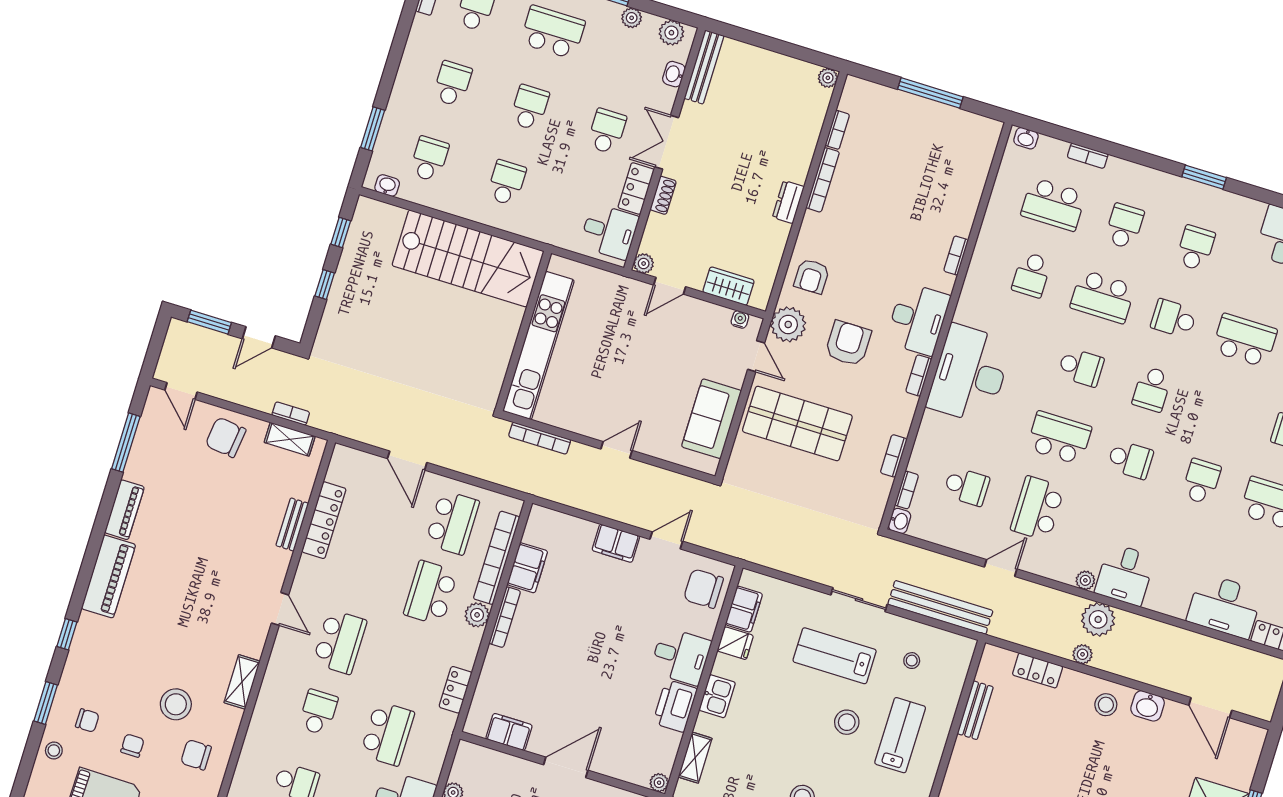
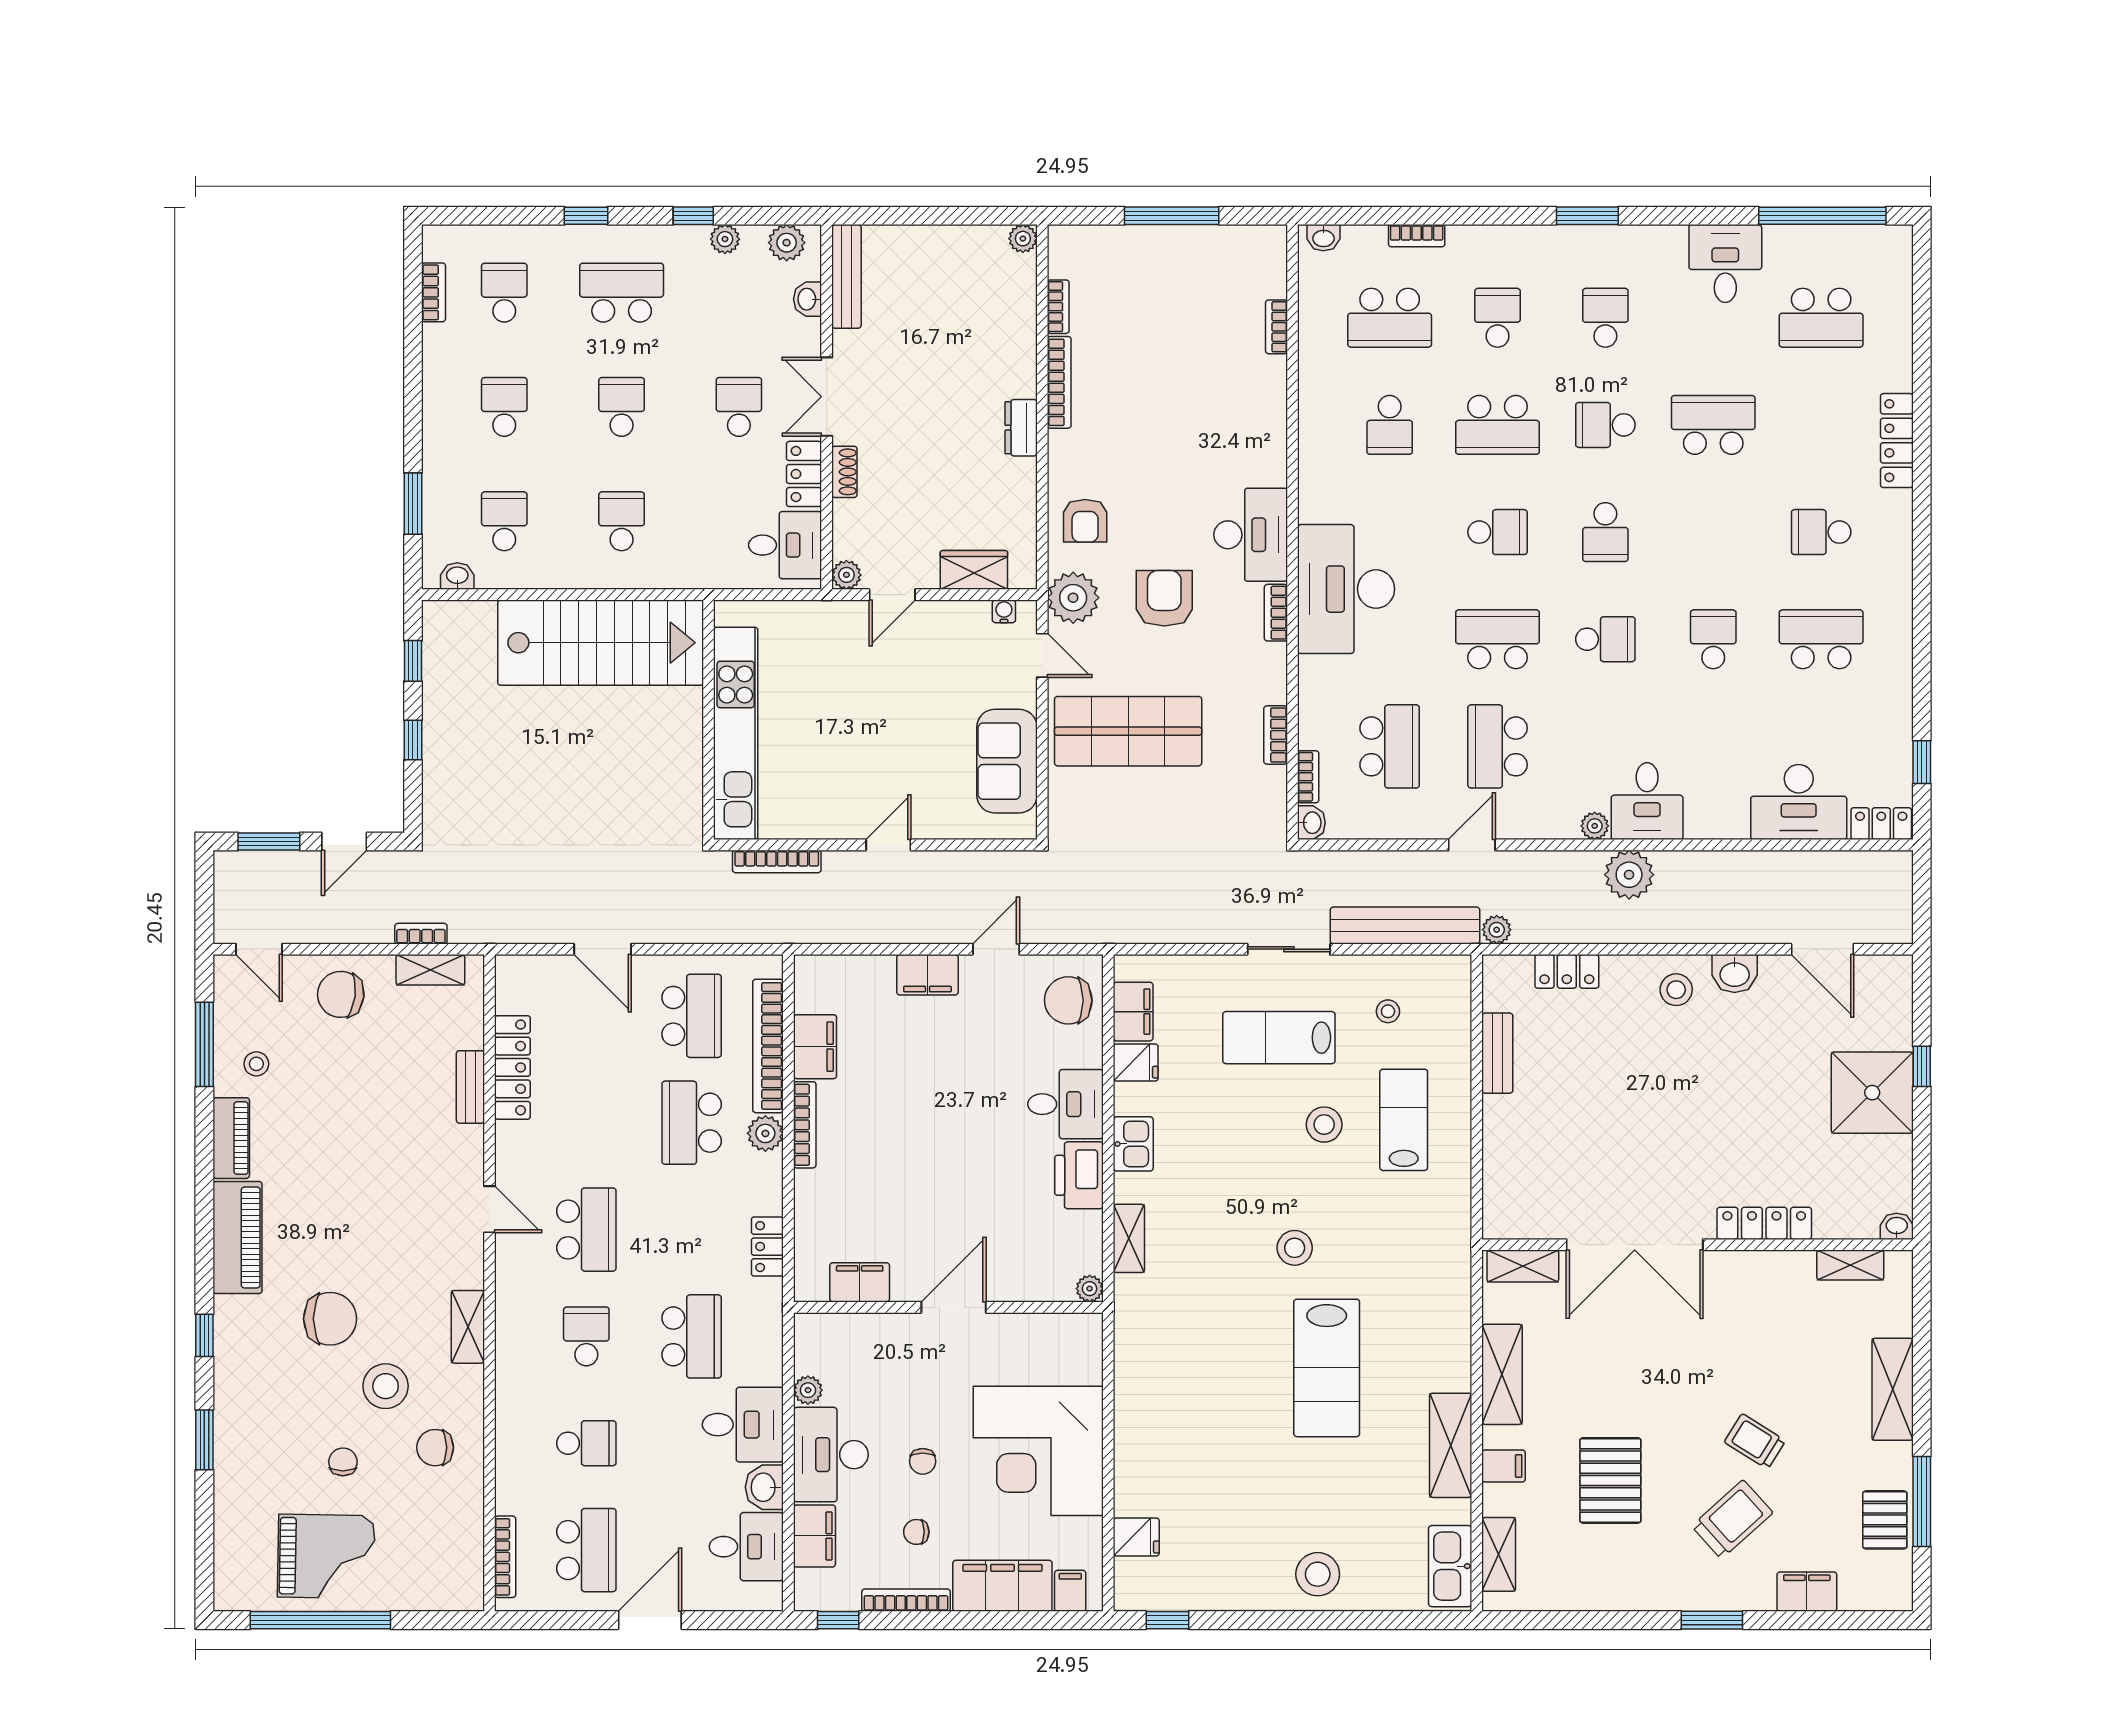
bookcase: (956, 255) -> (1276, 327), moved
school desk: (966, 486) -> (1390, 746), width x1.85
plant: (1082, 654) -> (1497, 930), moved
chair: (87, 720) -> (330, 1319), moved, width x1.87, depth x1.87
stool: (54, 751) -> (256, 1064), moved

